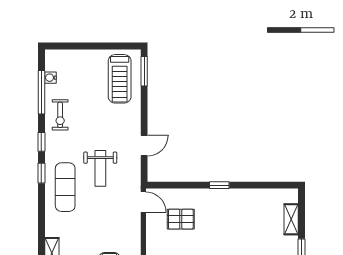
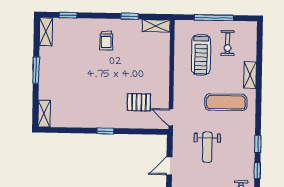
weight bench: (100, 168) -> (207, 147), turned 180
exercise mat: (65, 187) -> (226, 102), moved, turned 90
shelving: (291, 219) -> (44, 114), moved

